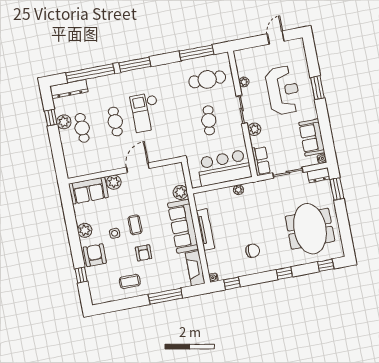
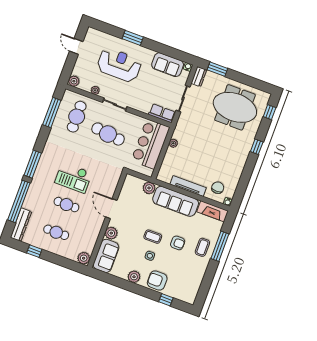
cafe table: (209, 120) -> (108, 134), width x1.37, depth x1.35
plant: (64, 122) -> (84, 258), moved
plant: (254, 129) -> (74, 81), moved
chair: (253, 251) -> (218, 188), moved
coffee table: (130, 281) -> (202, 247), moved
window: (232, 283) -> (240, 191), removed

